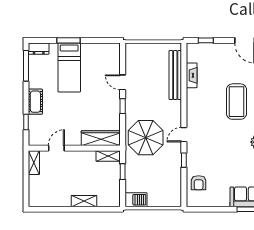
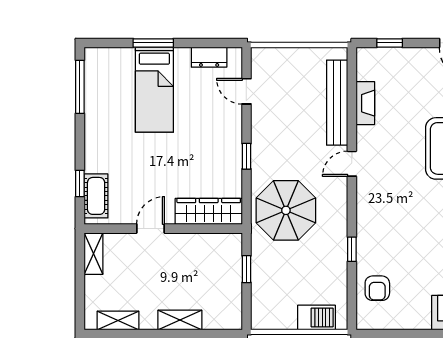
dresser: (39, 49) -> (209, 57), moved
door: (123, 82) -> (246, 91), moved
cot: (35, 102) -> (96, 196), moved
door: (184, 135) -> (352, 164), moved
door: (56, 148) -> (150, 229), moved
shelving: (108, 156) -> (118, 320), moved
barbecue: (136, 200) -> (317, 317), moved

